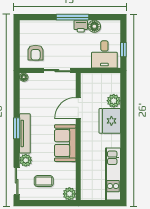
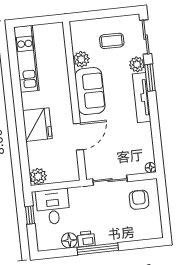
plant: (114, 101) -> (38, 176), moved
window: (17, 128) -> (150, 78), moved
plant: (69, 194) -> (81, 59), moved

